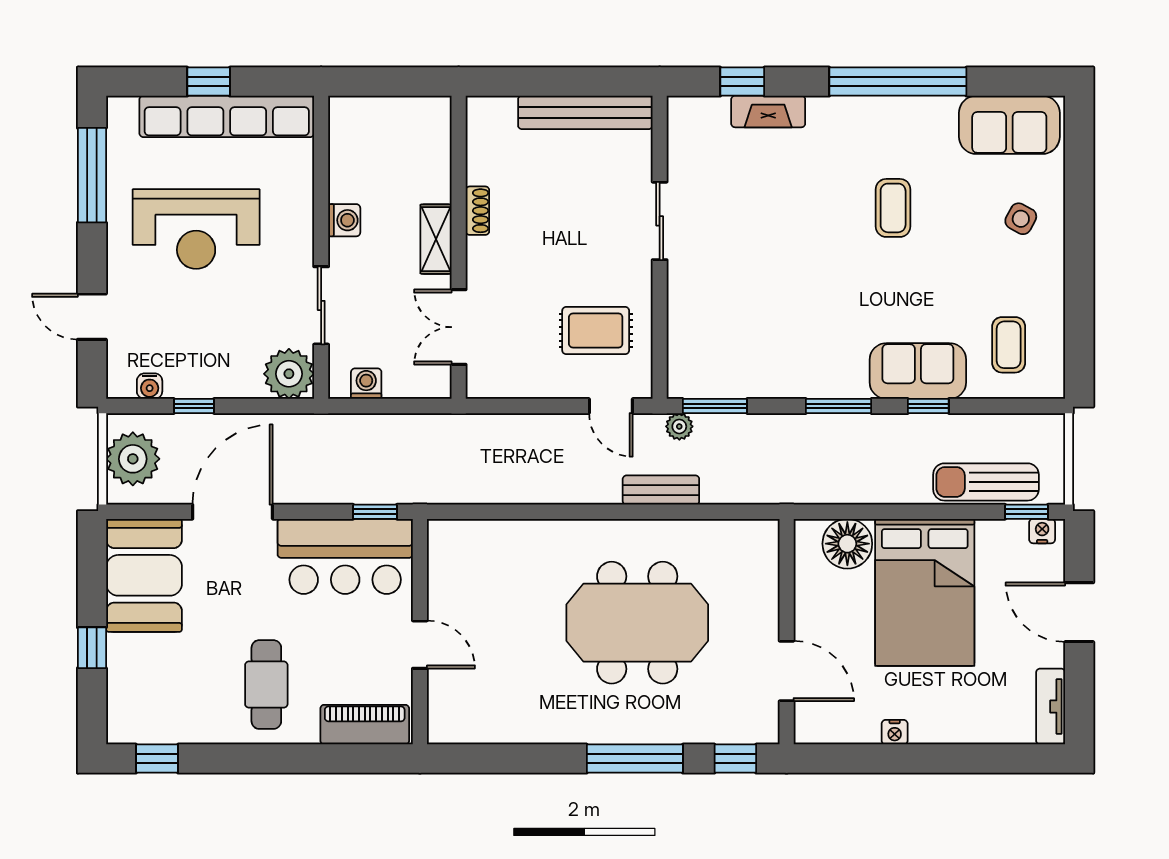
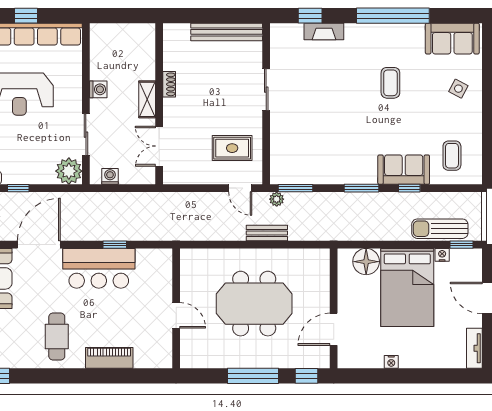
nightstand: (1042, 531) -> (442, 255), moved
wall: (420, 632) -> (176, 308), moved
door: (420, 645) -> (176, 315), moved
door: (787, 671) -> (334, 329), swing flipped

